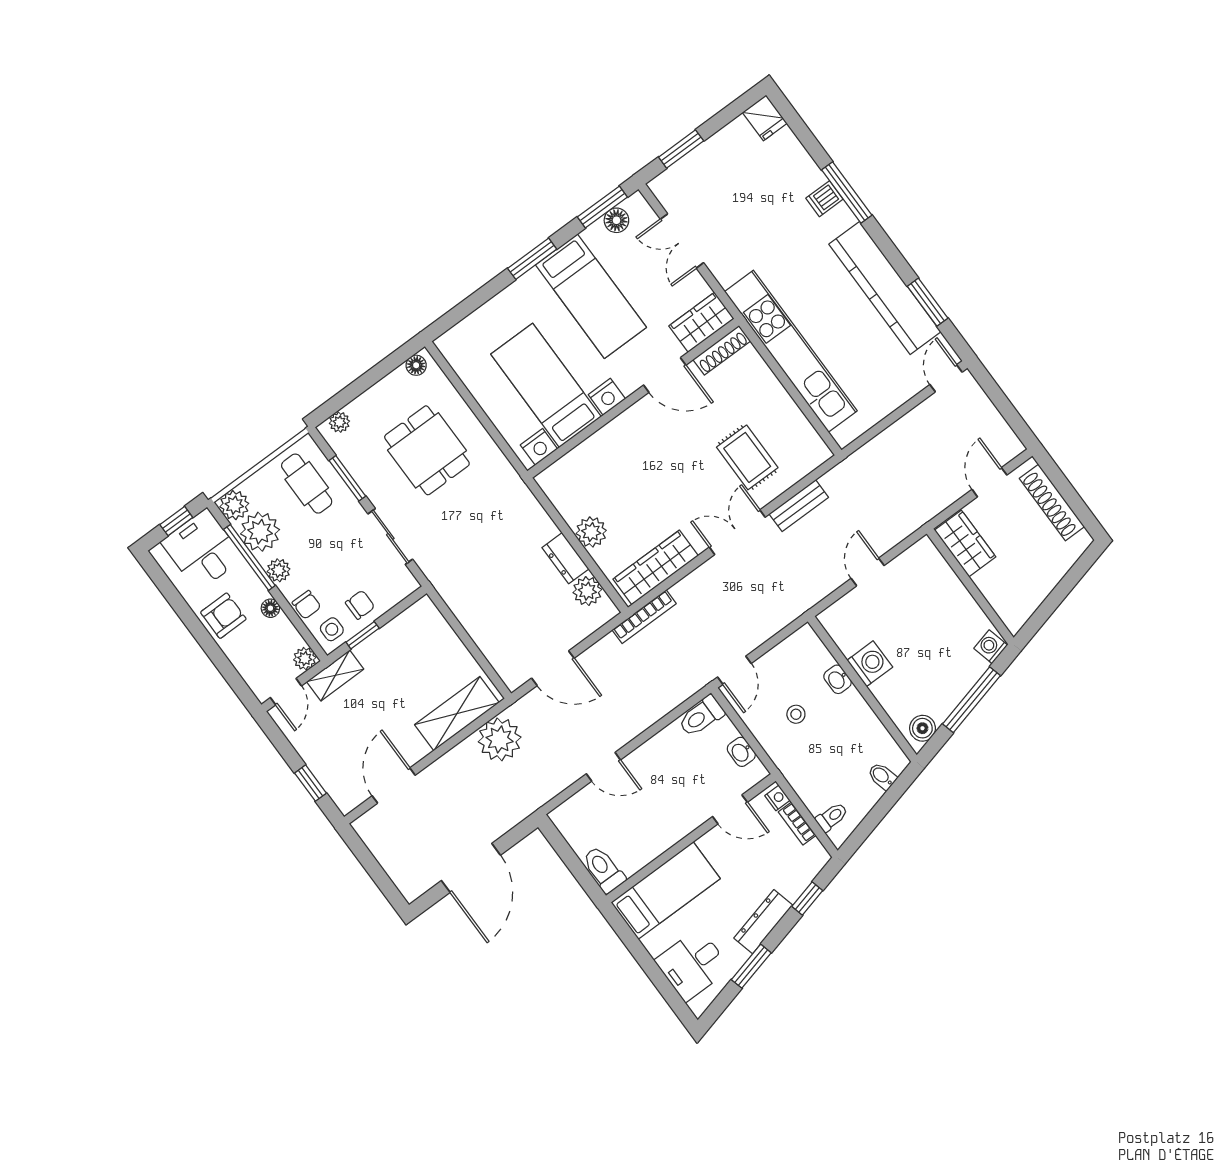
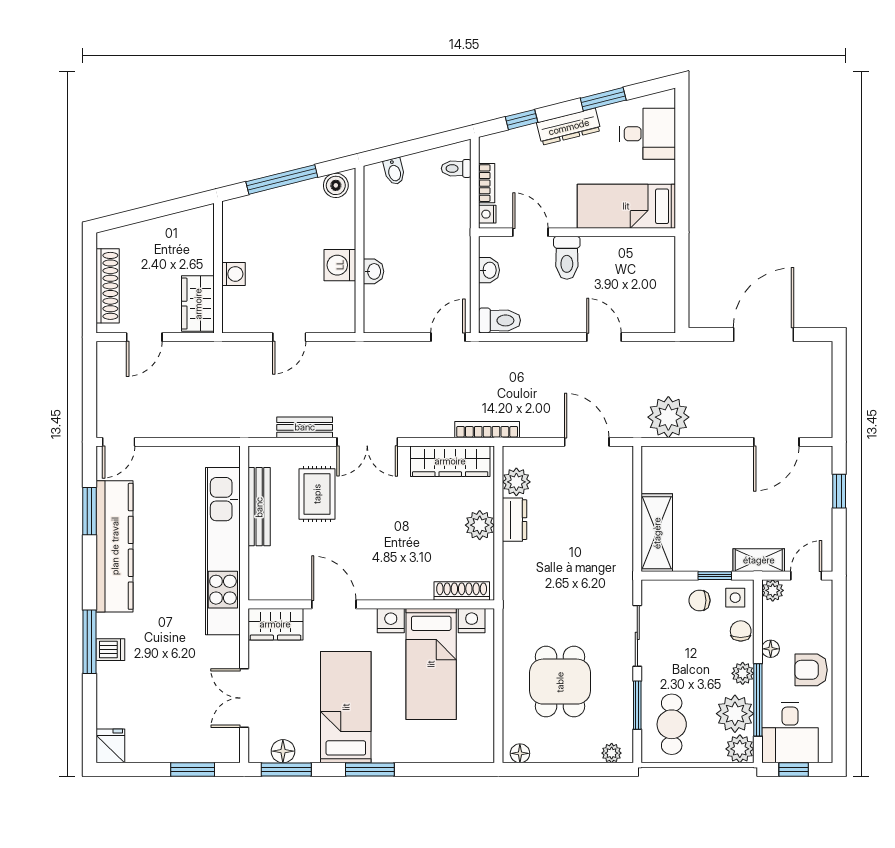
double door: (682, 241) -> (244, 698), swing flipped
shoe rack: (722, 350) -> (462, 591), moved
bench: (788, 411) -> (259, 507), added
washing machine: (991, 647) -> (233, 274), moved, turned -76
shelving: (457, 714) -> (657, 533), moved, turned 90
stool: (796, 714) -> (425, 268), removed
toilet: (604, 869) -> (567, 258), moved

